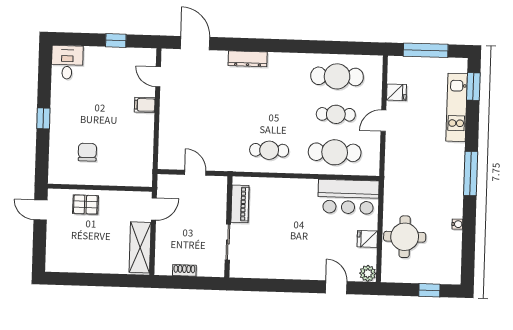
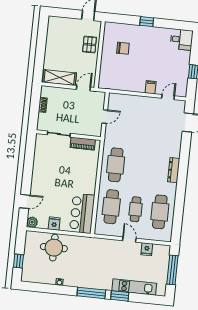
dresser: (248, 59) -> (174, 170), moved
window: (473, 86) -> (120, 296), moved
cafe table: (269, 150) -> (116, 165), width x1.37, depth x1.35
door: (154, 209) -> (83, 88), swing flipped

